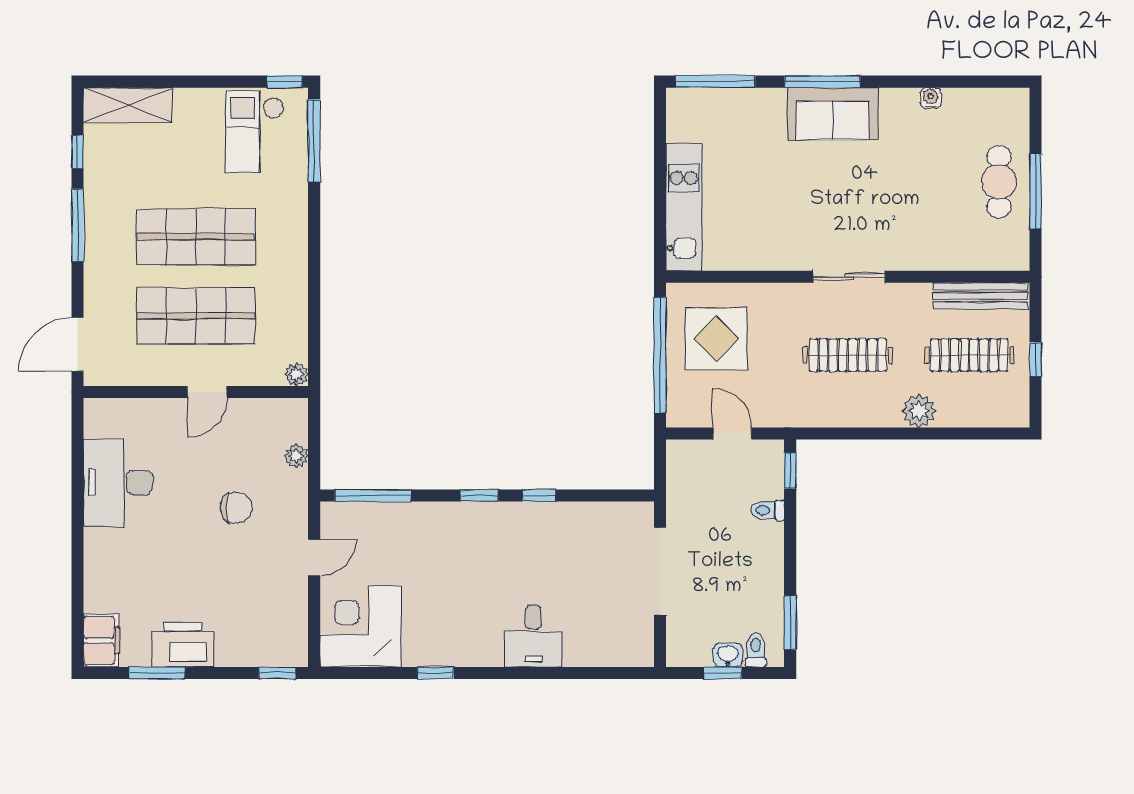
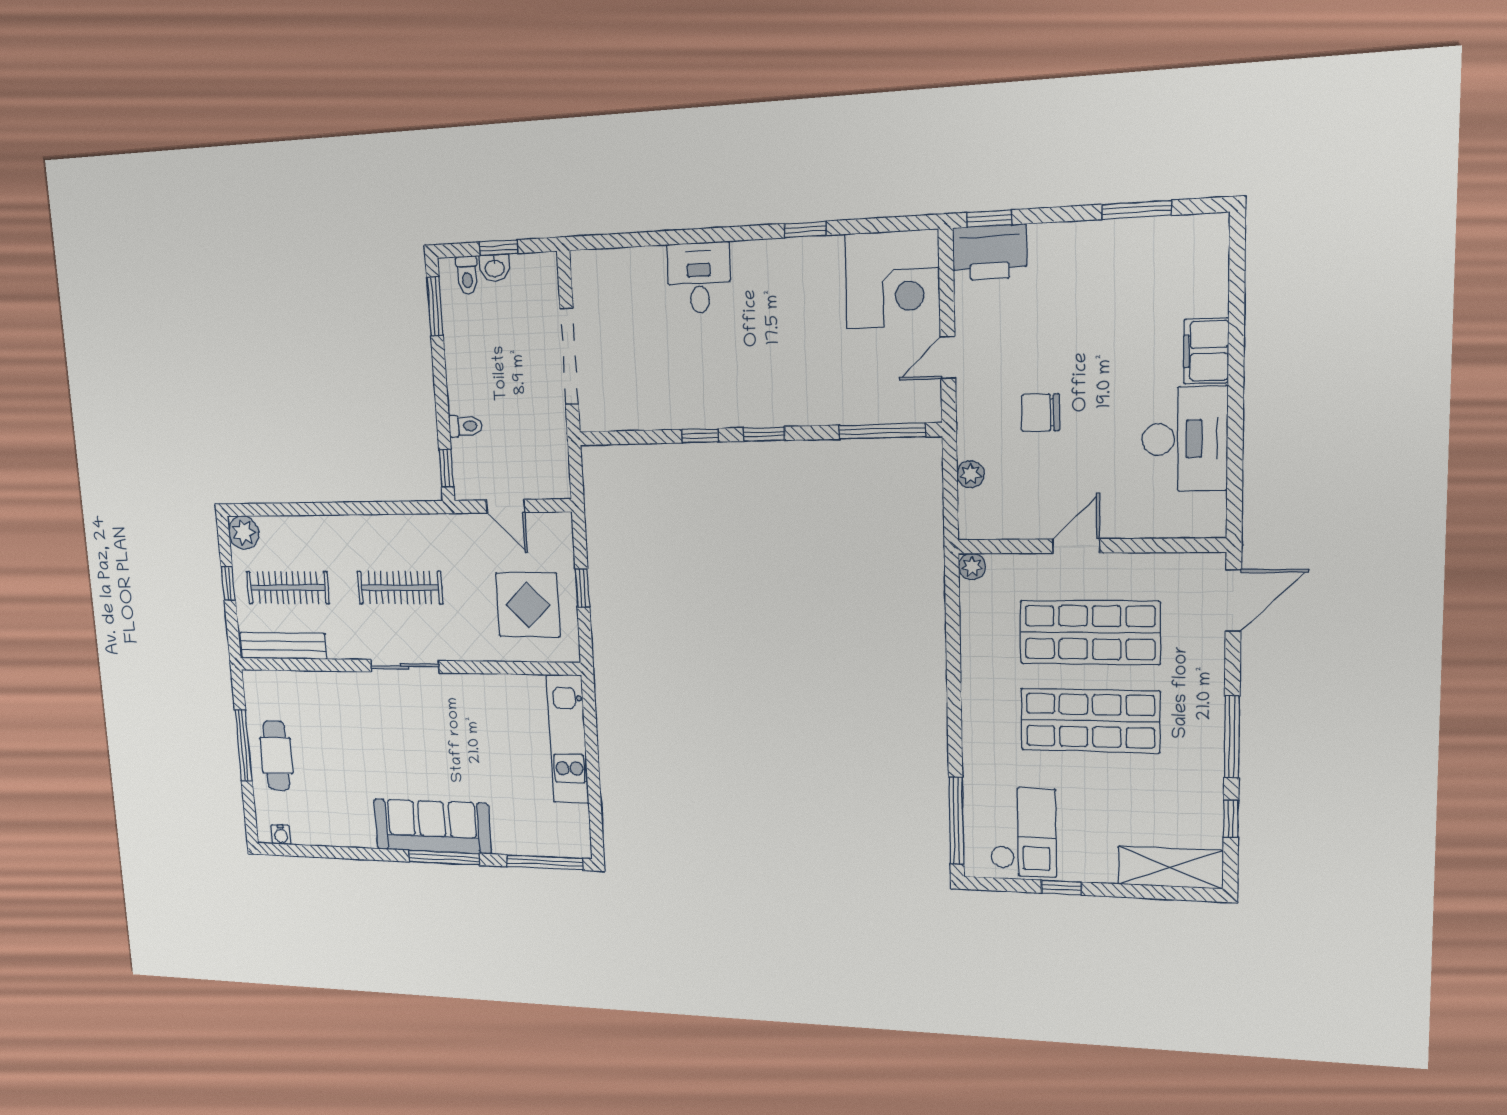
window: (285, 82) -> (1062, 888), moved
water cooler: (931, 98) -> (281, 835), moved
sofa: (833, 114) -> (432, 826), width x1.36
window: (660, 355) -> (582, 588), width x0.32
plant: (919, 411) -> (244, 532), moved
filing cabinet: (101, 640) -> (1206, 351), moved
printer: (183, 645) -> (990, 252), moved

